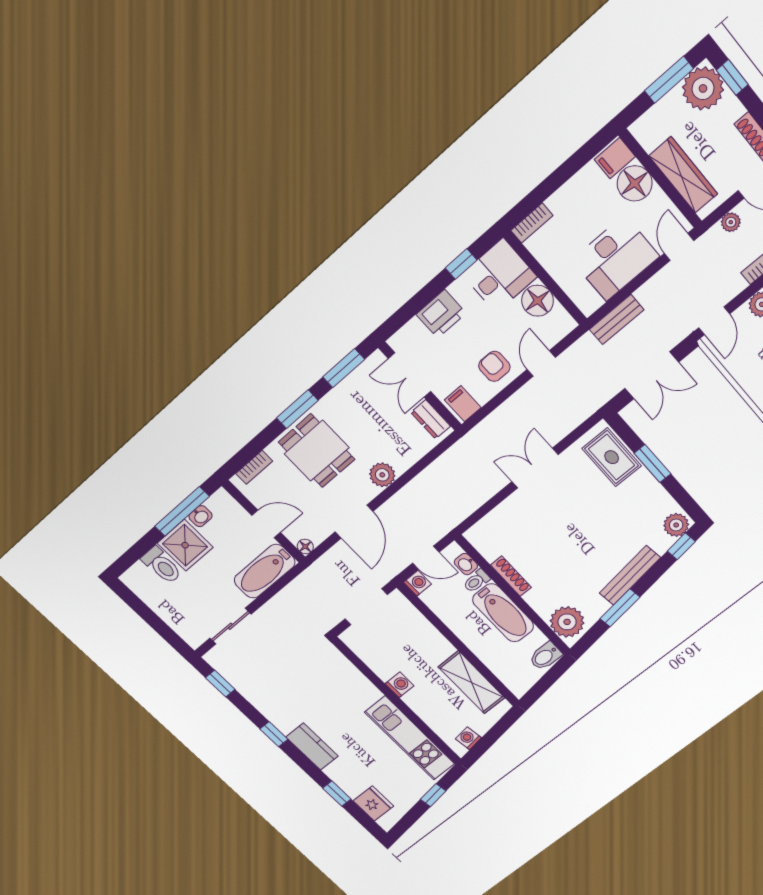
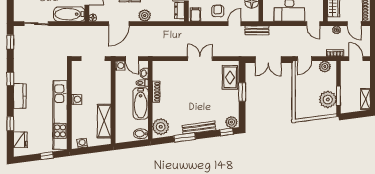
door: (679, 247) -> (313, 24), swing flipped
bench: (617, 320) -> (257, 30), moved
kitchen unit: (410, 738) -> (60, 115), width x1.36

